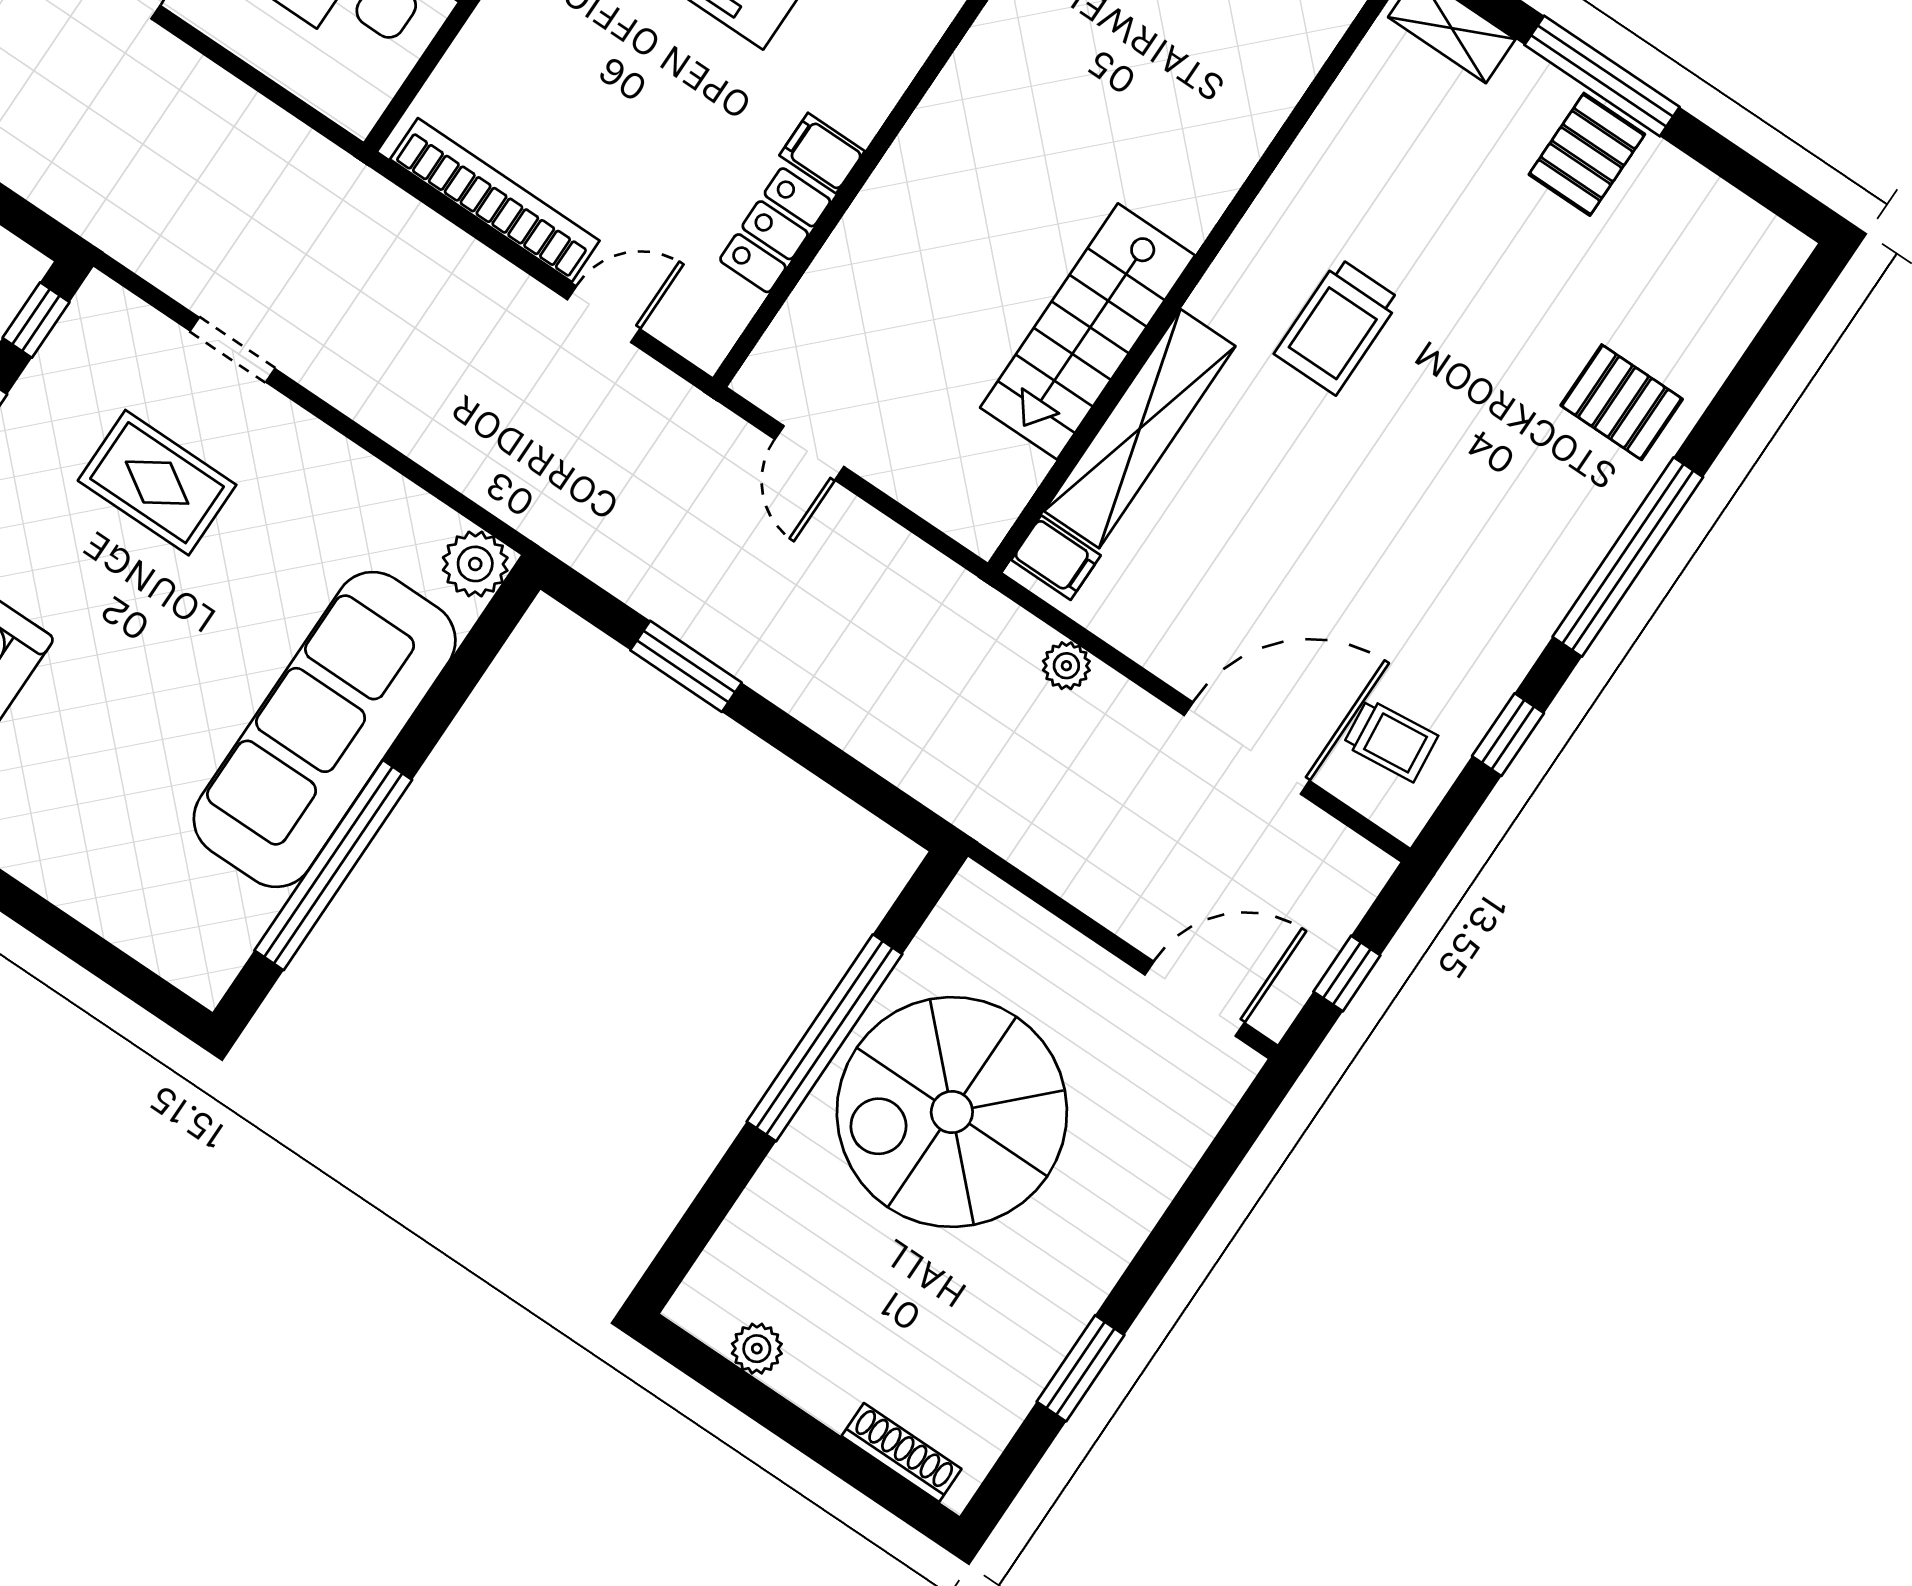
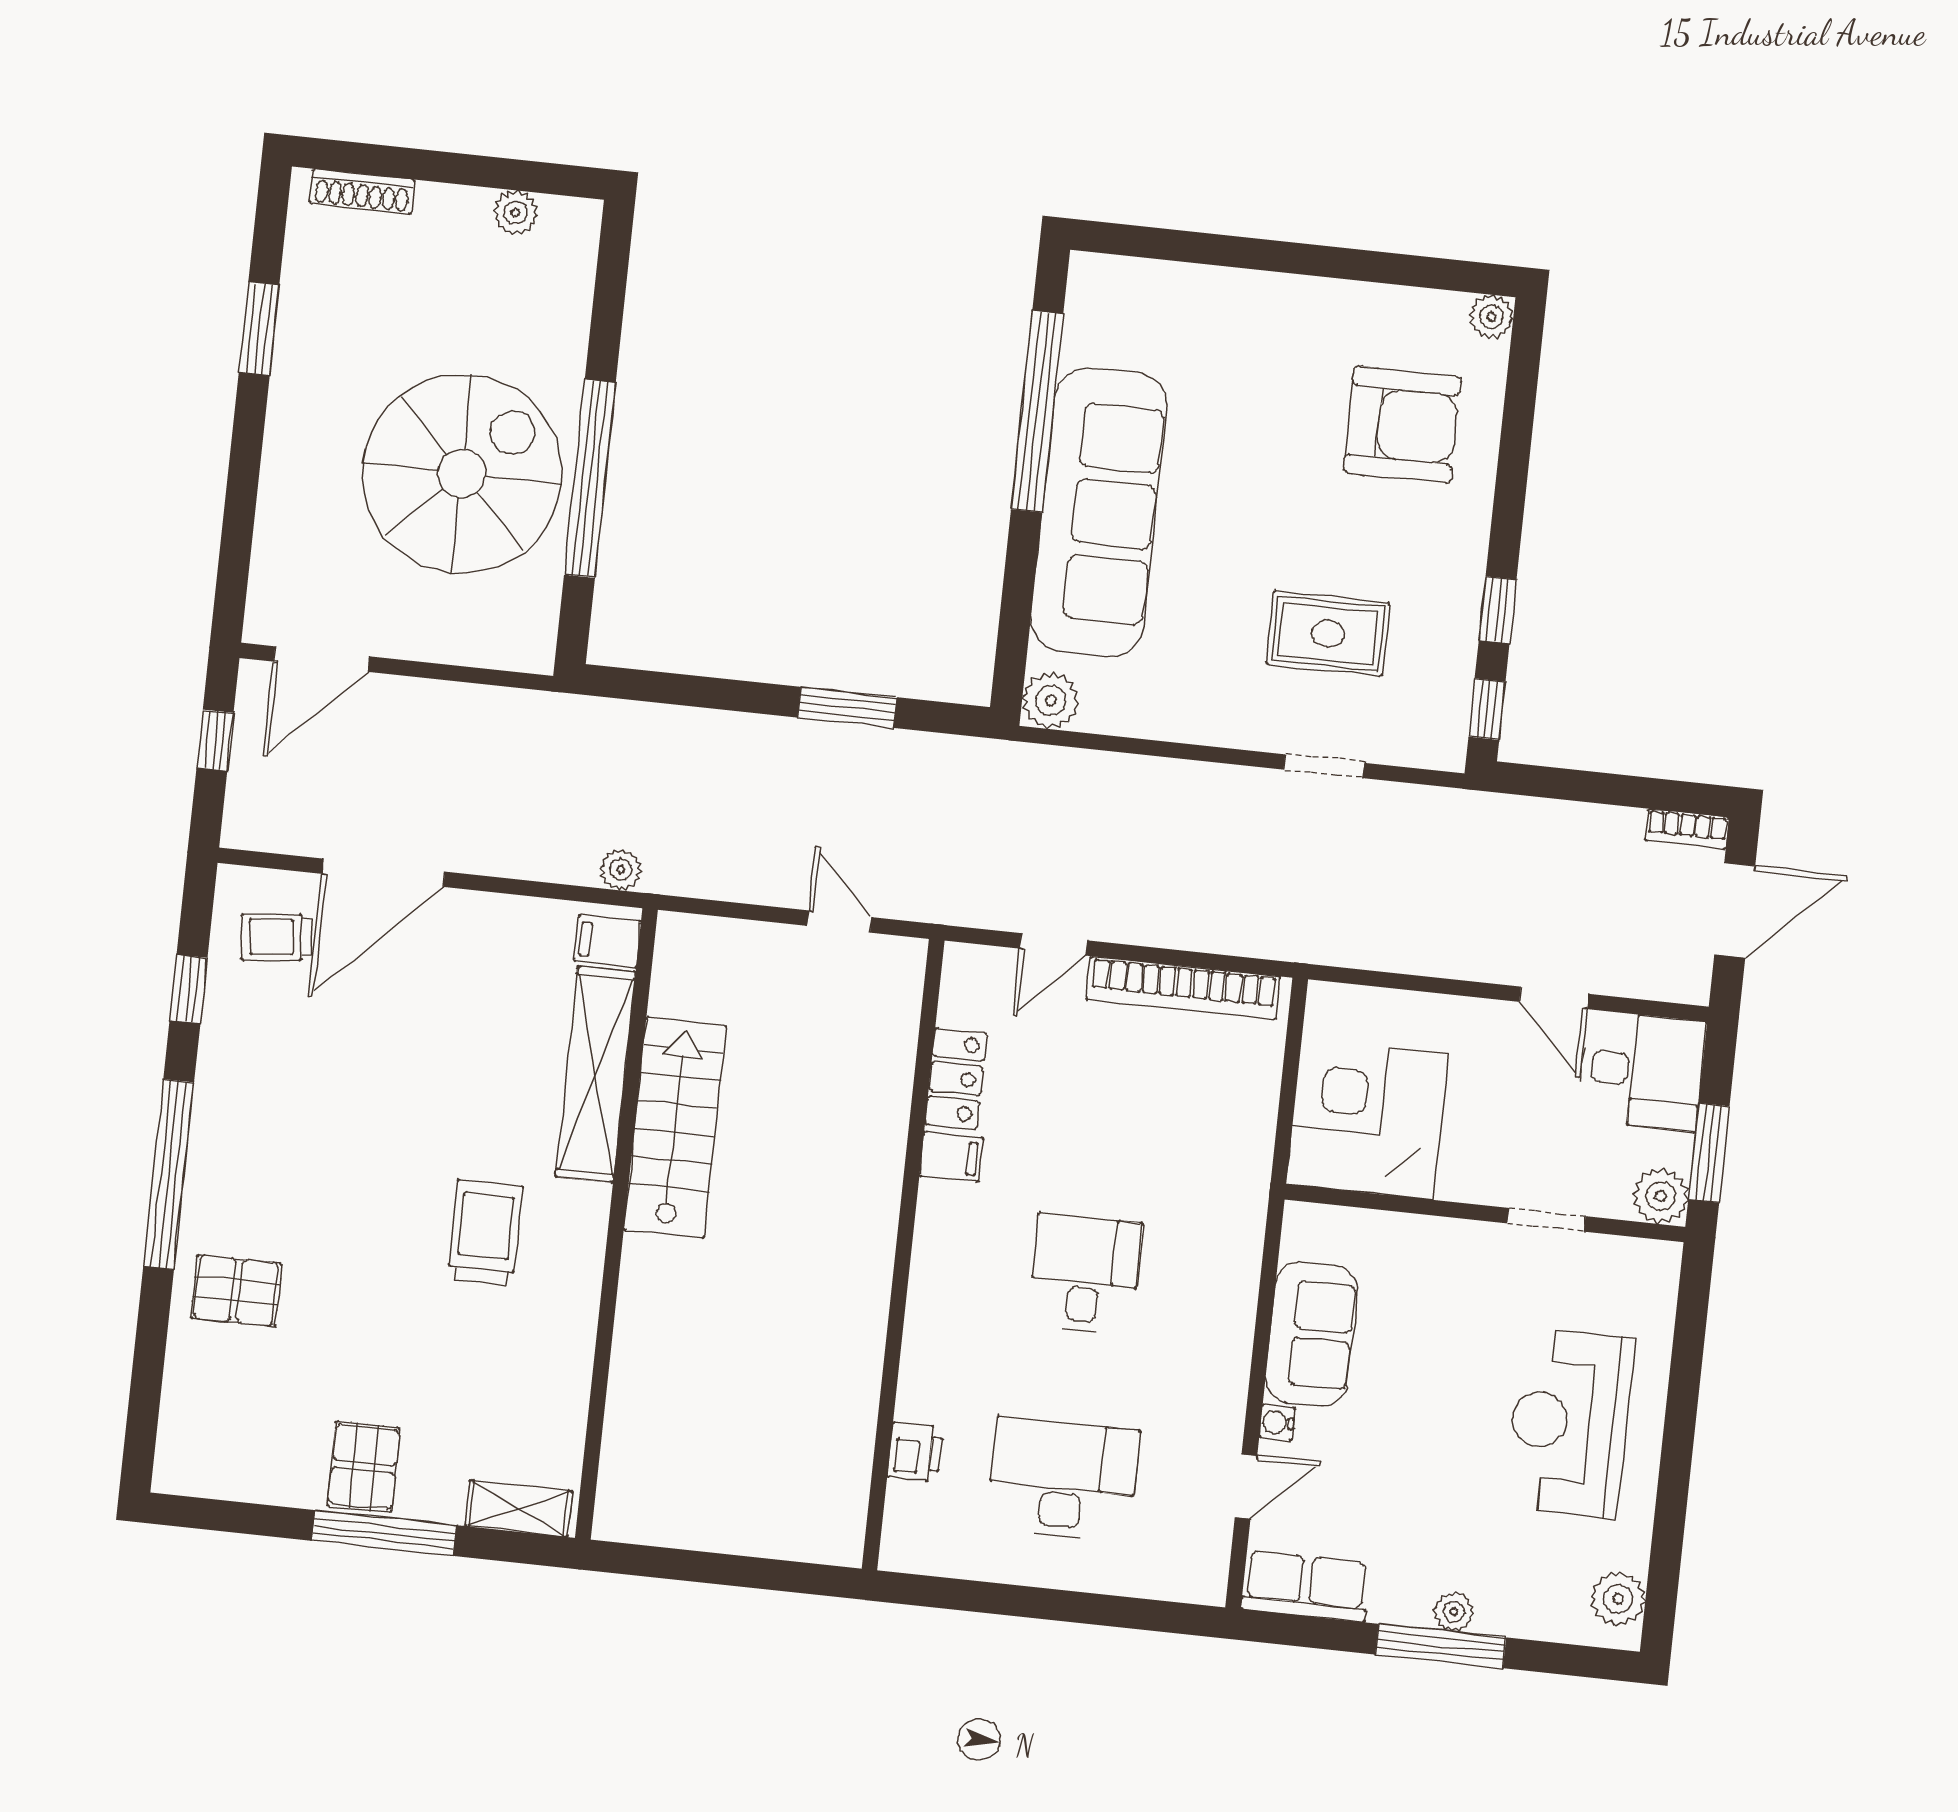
plant: (1066, 666) -> (621, 870), moved

